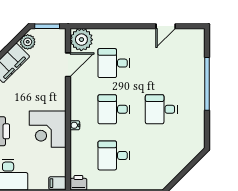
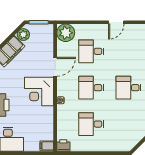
door: (166, 26) -> (116, 22), moved
door: (68, 65) -> (55, 67), moved
corner desk: (48, 129) -> (39, 92), moved

